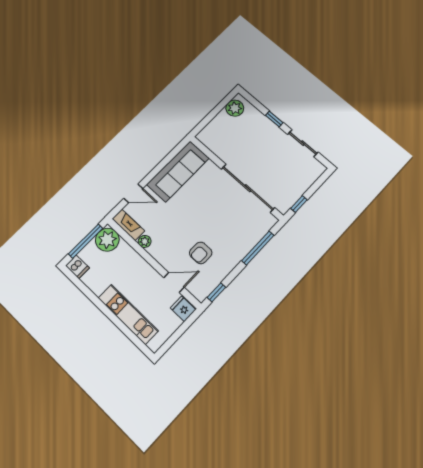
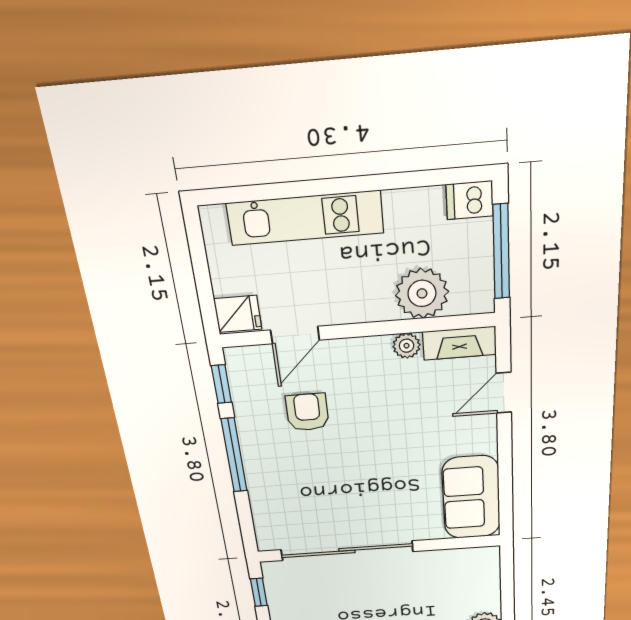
sofa: (178, 171) -> (471, 498), width x0.73
plant: (107, 240) -> (422, 293), moved
window: (258, 248) -> (234, 455), moved

